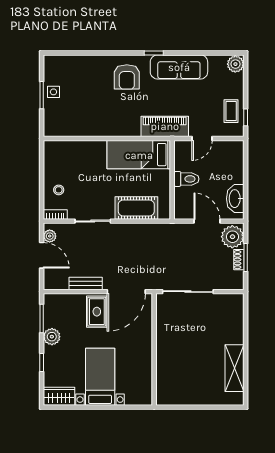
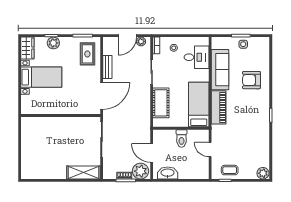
sofa: (179, 67) -> (220, 70), moved, turned 180
armchair: (127, 77) -> (251, 80), moved
piano: (165, 126) -> (219, 107), moved
desk: (72, 158) -> (197, 57), added
door: (207, 221) -> (152, 153), swing flipped
door: (126, 292) -> (102, 96), swing flipped
rug: (97, 312) -> (87, 54), moved, turned 90
plant: (52, 337) -> (53, 43), moved
shelving: (234, 368) -> (84, 172), moved

